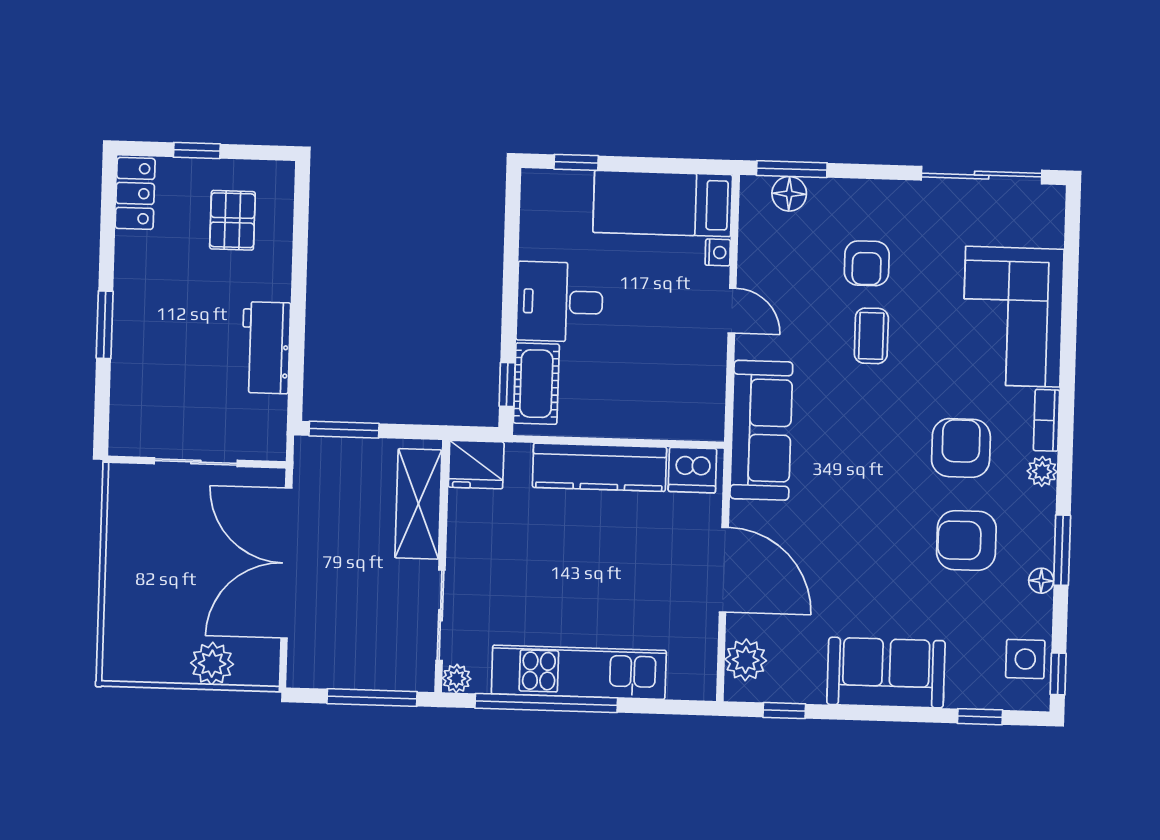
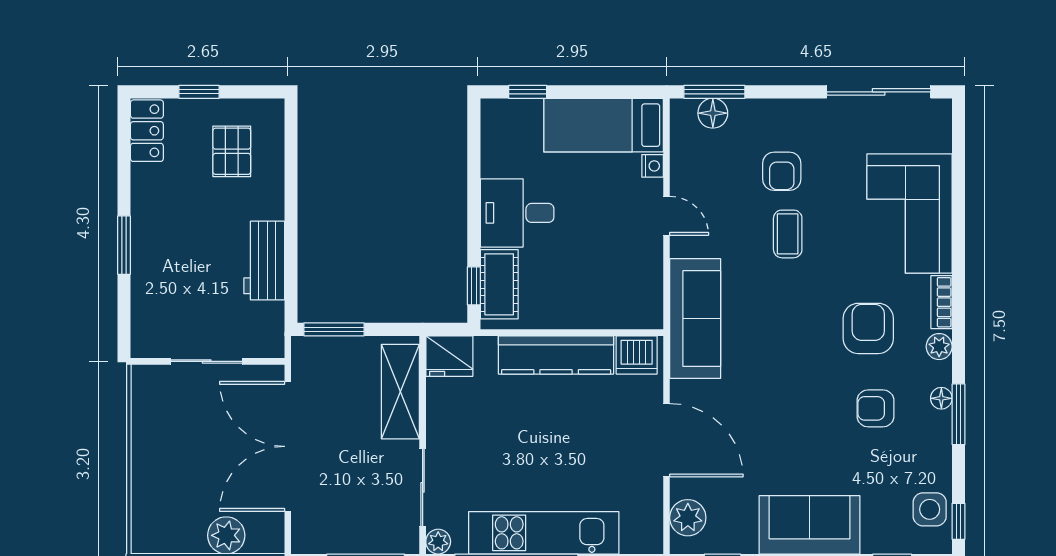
armchair: (966, 540) -> (876, 408), width x0.72, depth x0.72
floor lamp: (1041, 581) -> (941, 398), moved

